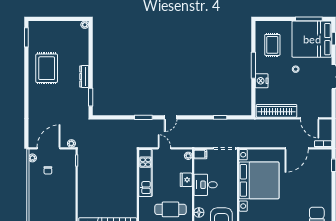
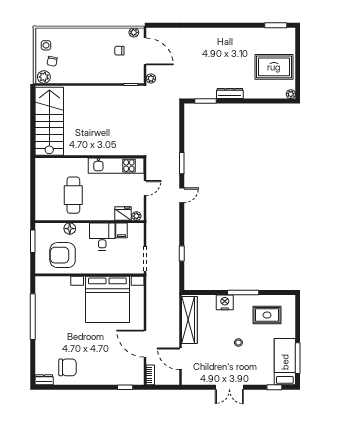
bed: (312, 39) -> (285, 362), width x0.49
rug: (47, 68) -> (274, 67), moved
door: (171, 117) -> (182, 195), swing flipped
door: (310, 118) -> (181, 359), hinge flipped
filing cabinet: (200, 154) -> (121, 230), moved
fridge: (186, 180) -> (123, 214), moved

